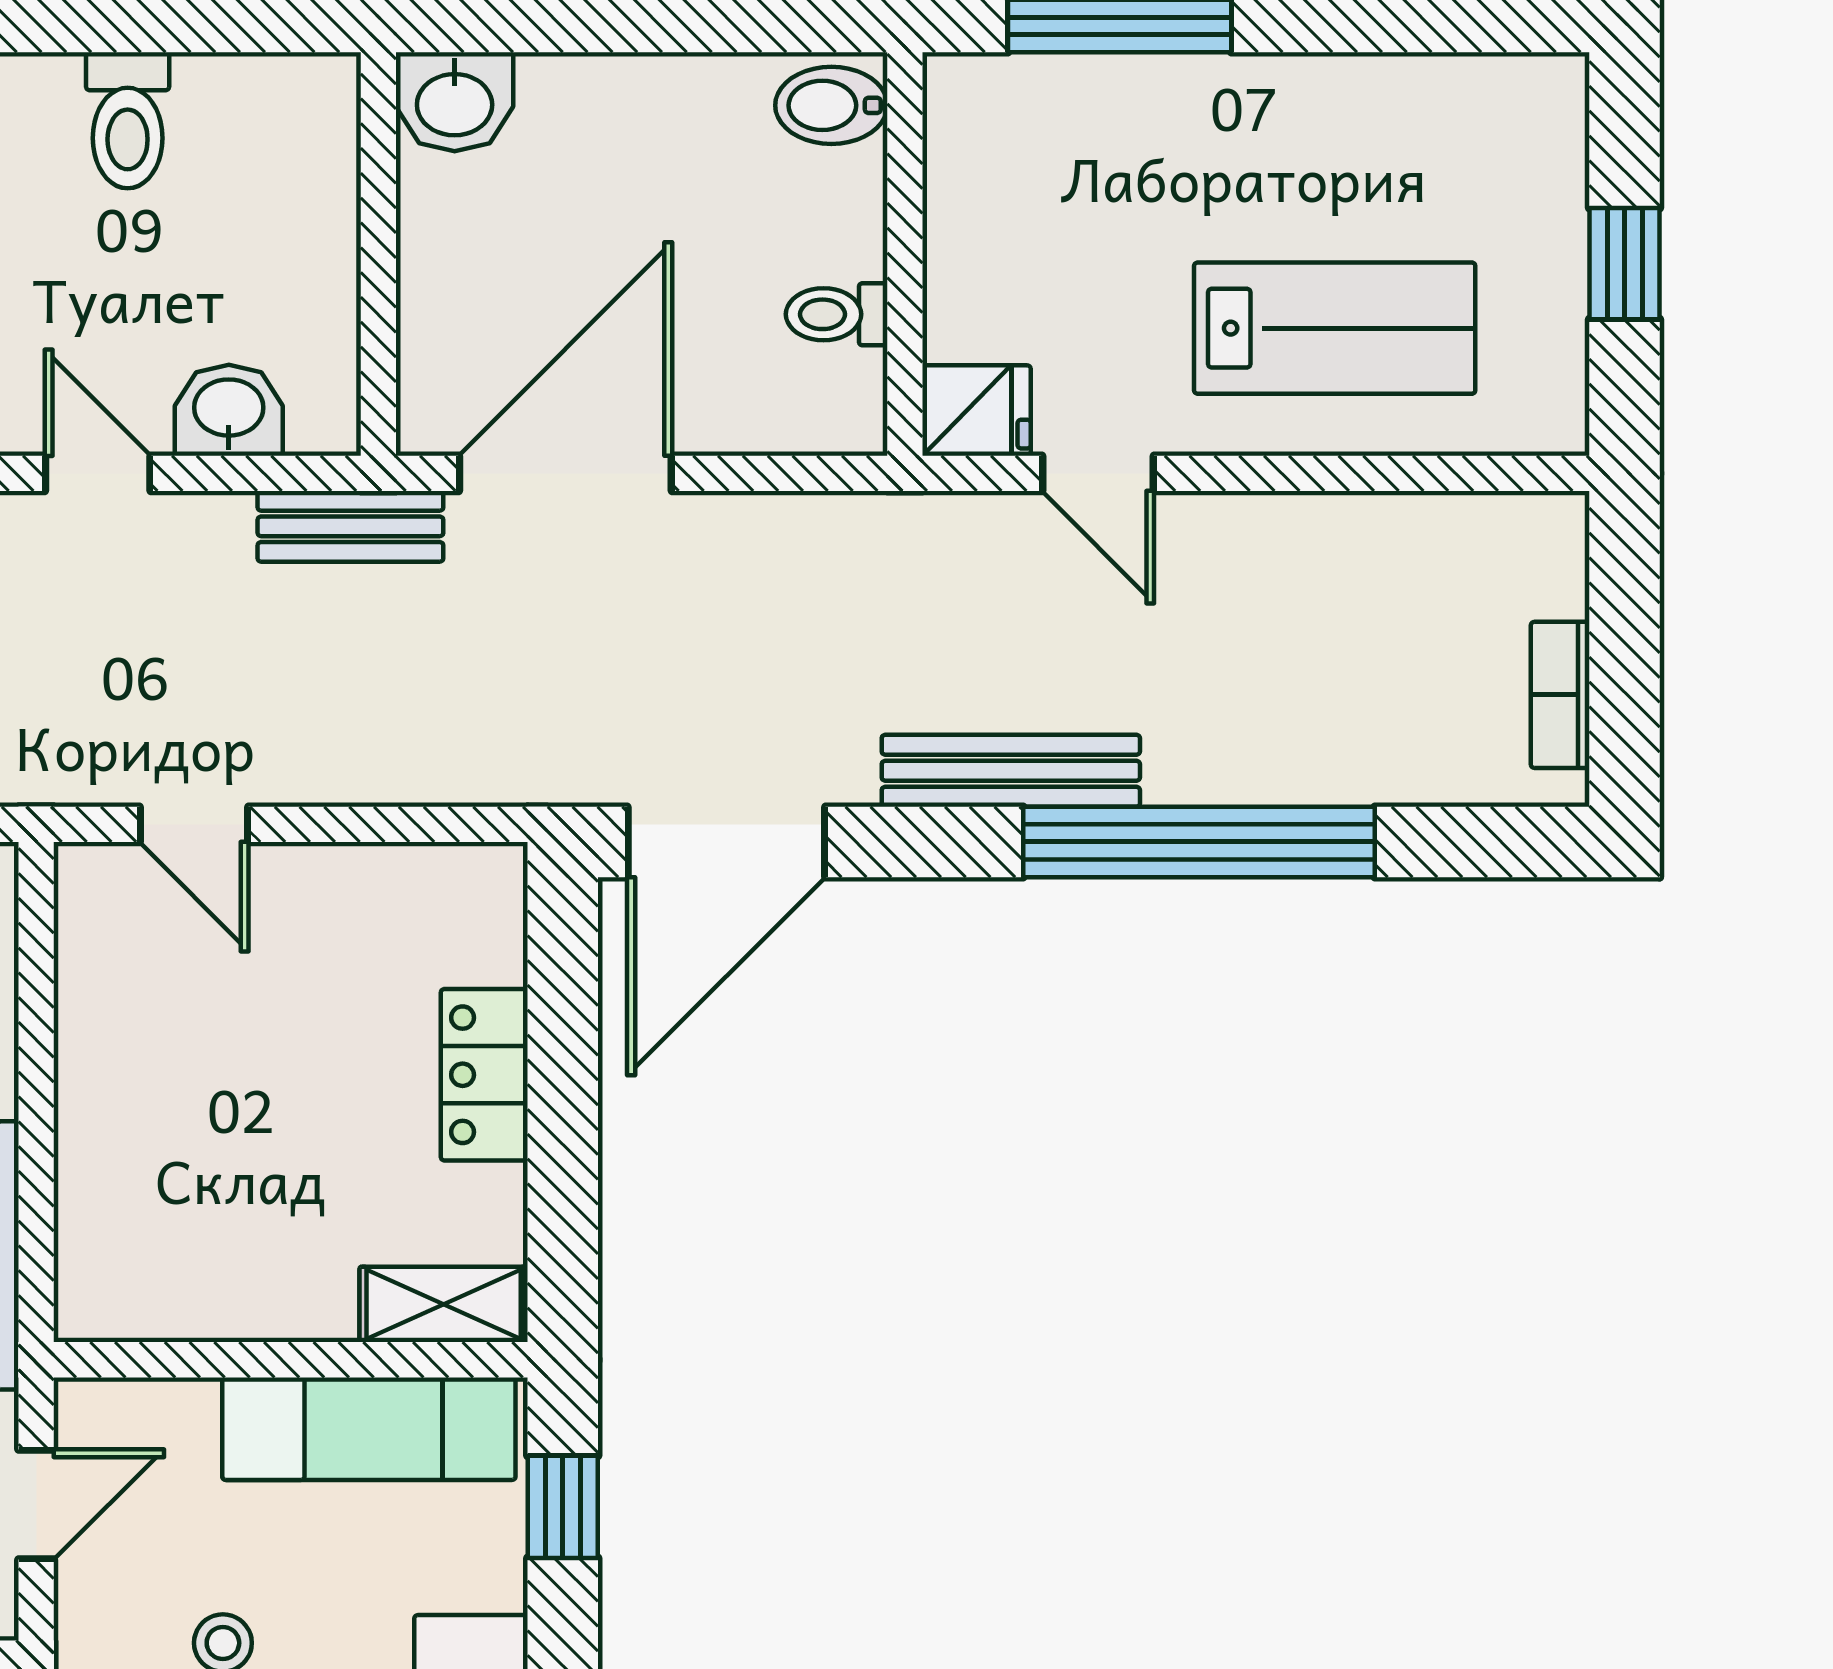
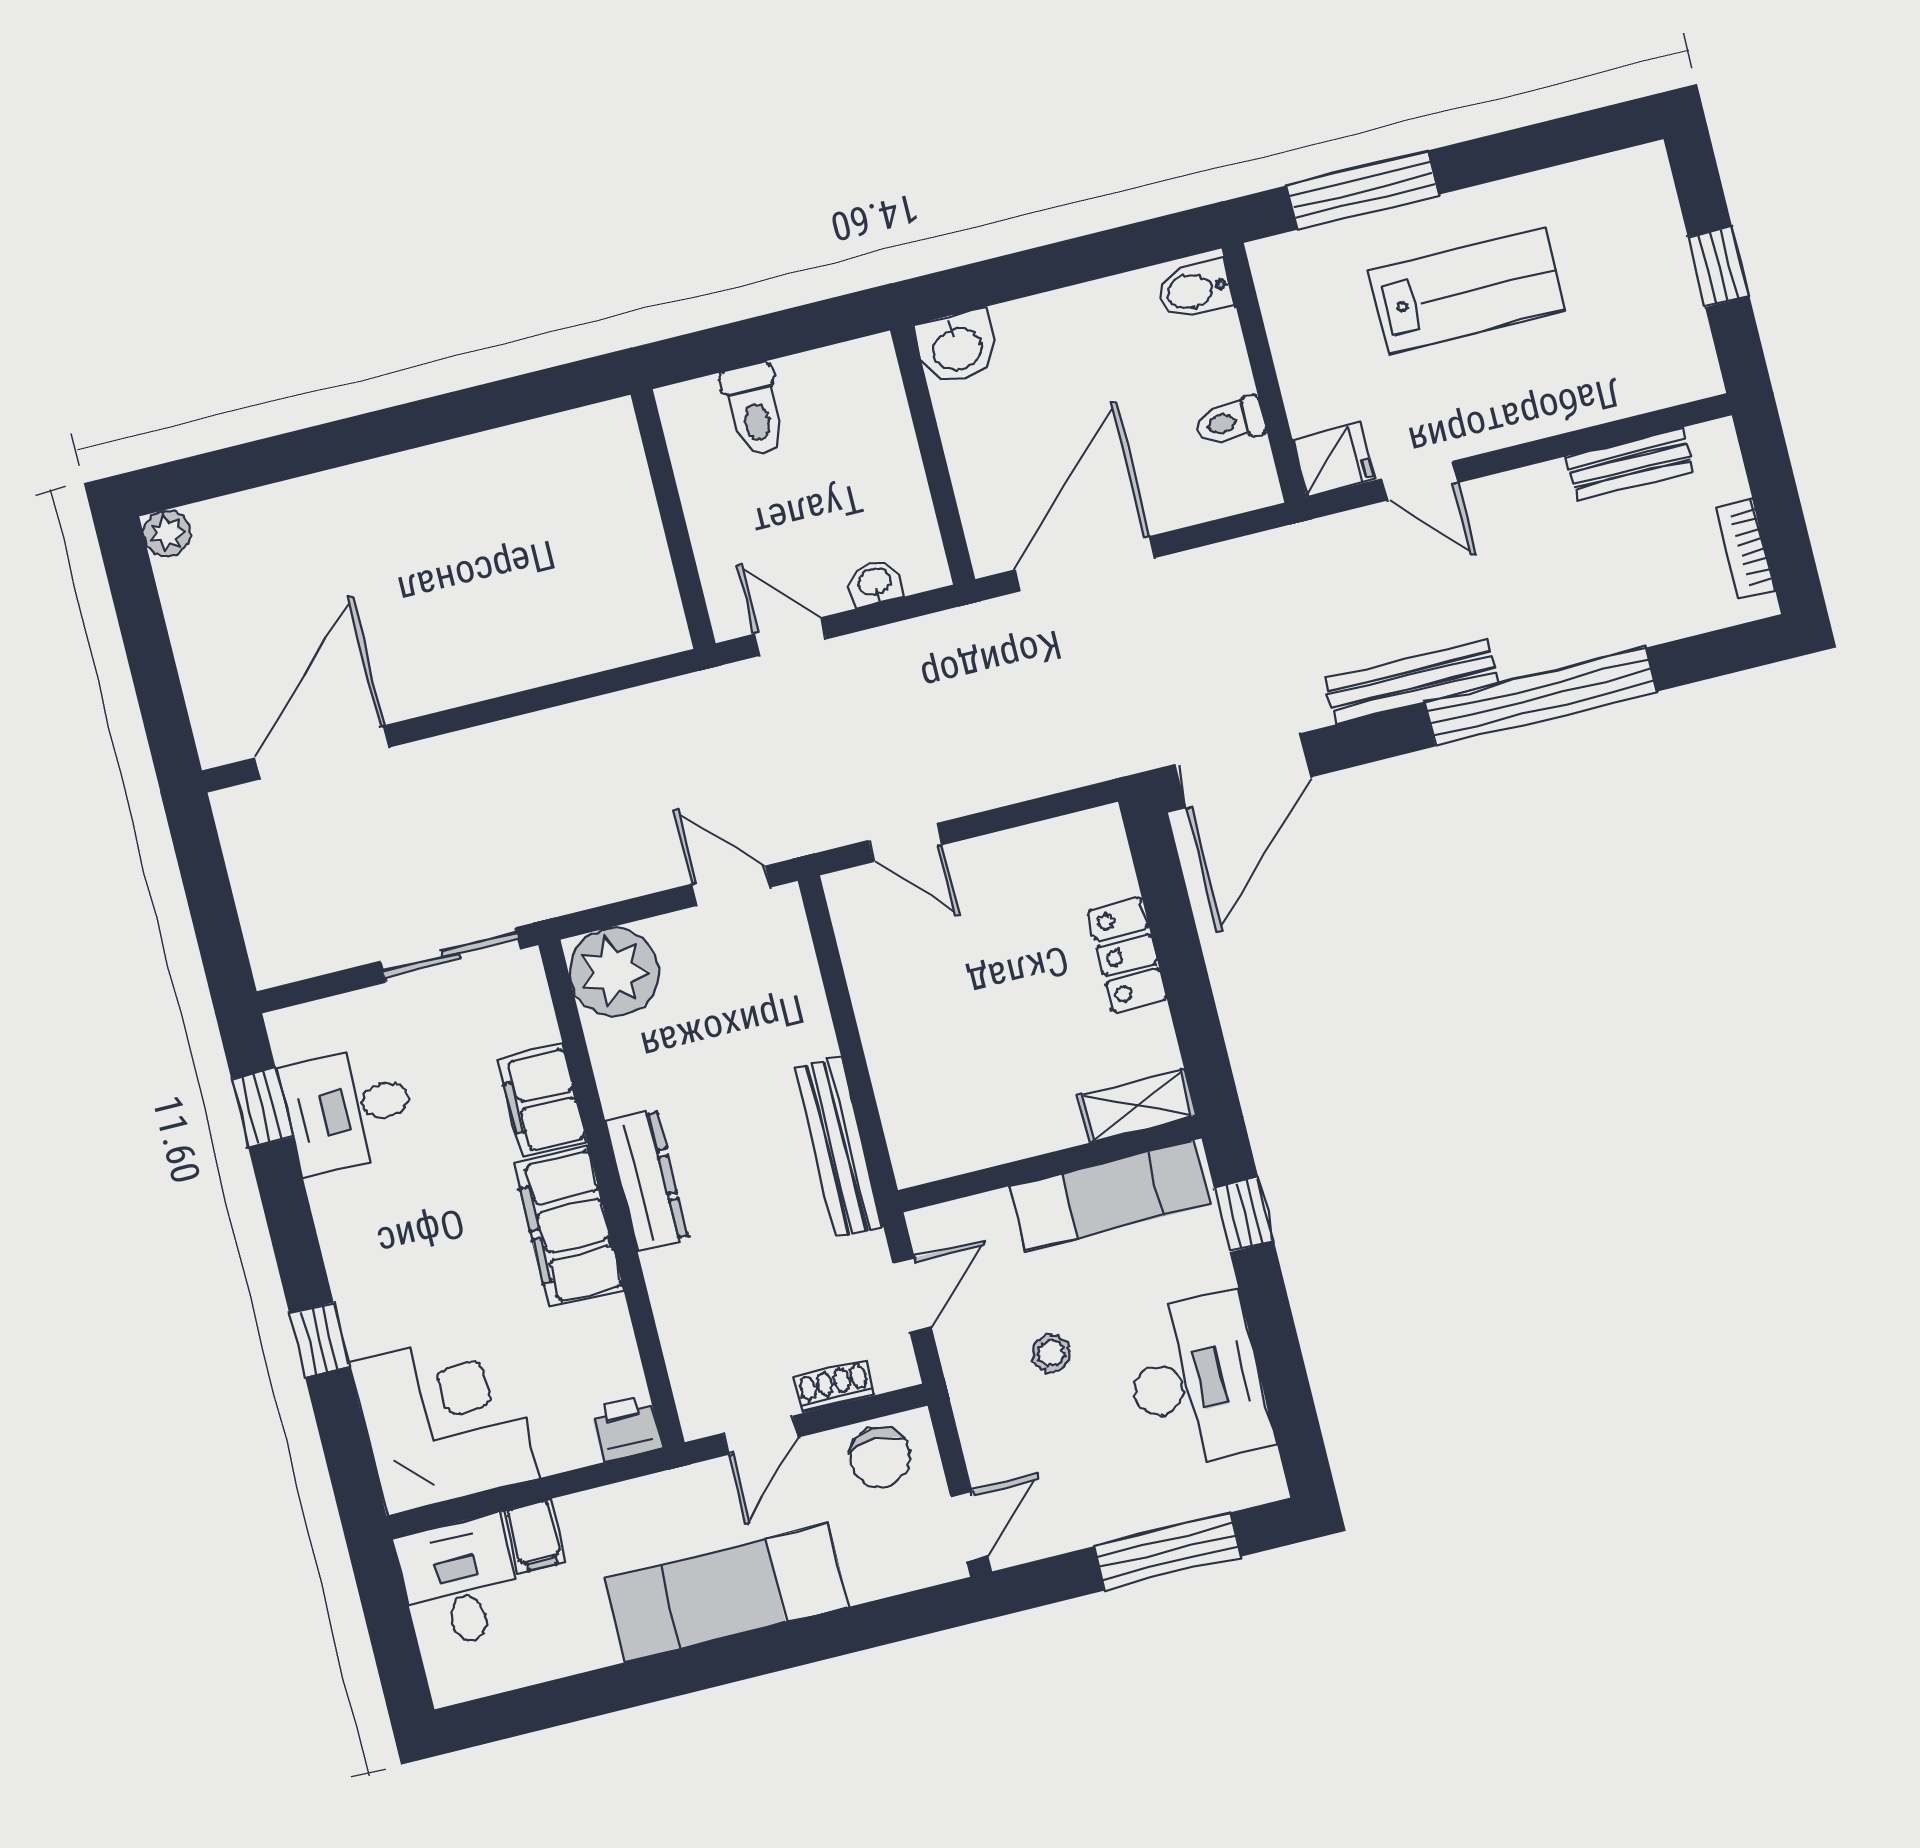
lab bench: (1335, 328) -> (1467, 291), moved
washbasin: (229, 410) -> (874, 583), width x0.72, depth x0.69
bench: (350, 526) -> (1630, 464), moved

